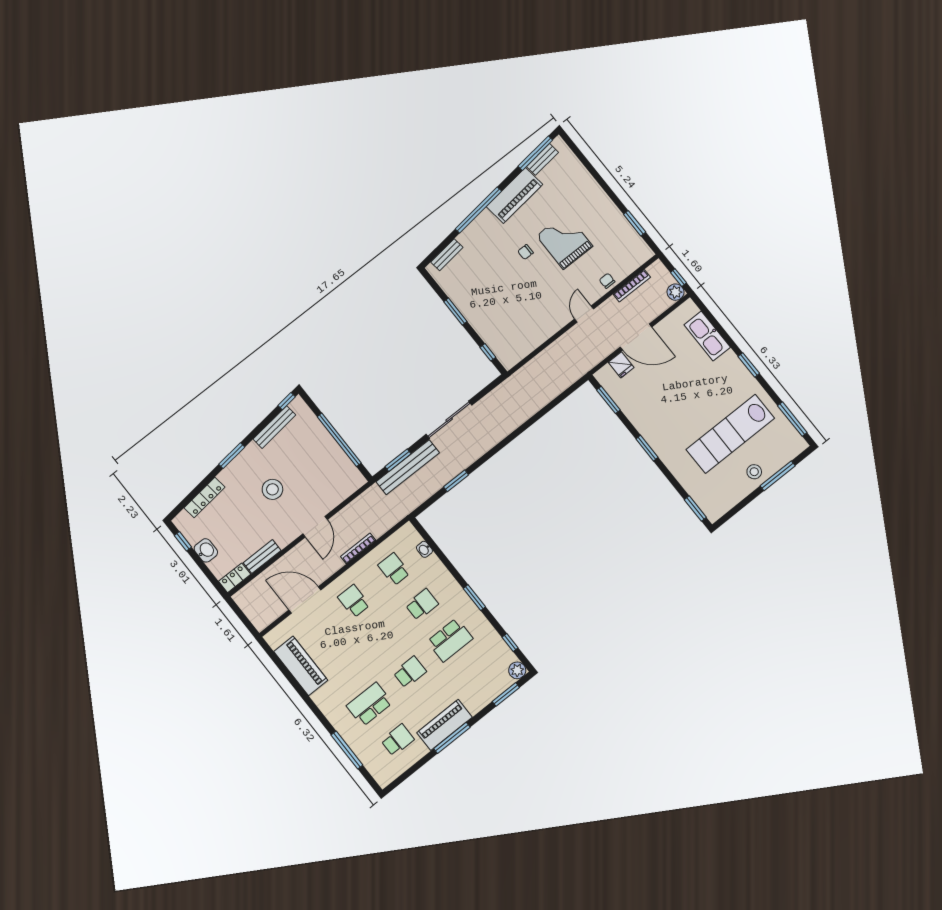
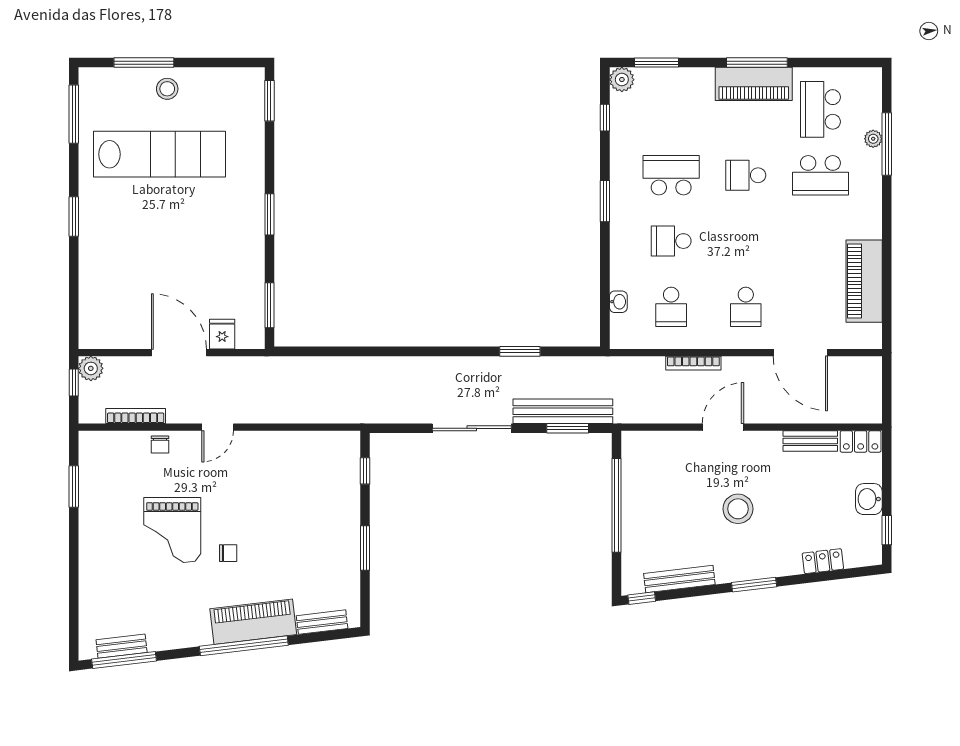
piano: (514, 196) -> (253, 622), moved
kitchen sink: (707, 336) -> (95, 288), removed
locker: (205, 497) -> (823, 561), width x0.66
school desk: (398, 740) -> (820, 109), width x1.85
plant: (357, 747) -> (873, 139), added

